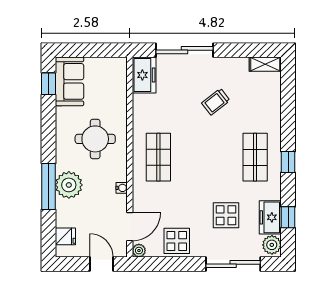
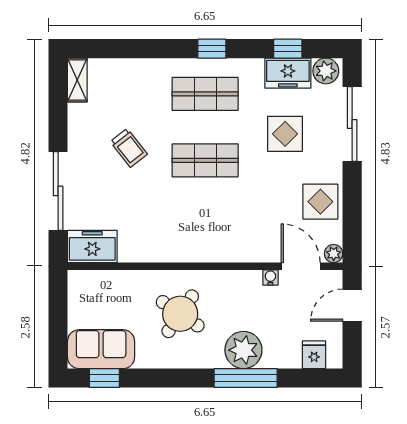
round table: (95, 139) -> (180, 314), turned 34
shop shelf: (158, 157) -> (205, 160), moved
water cooler: (122, 188) -> (270, 277), moved

